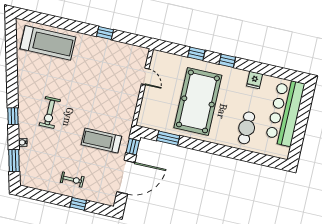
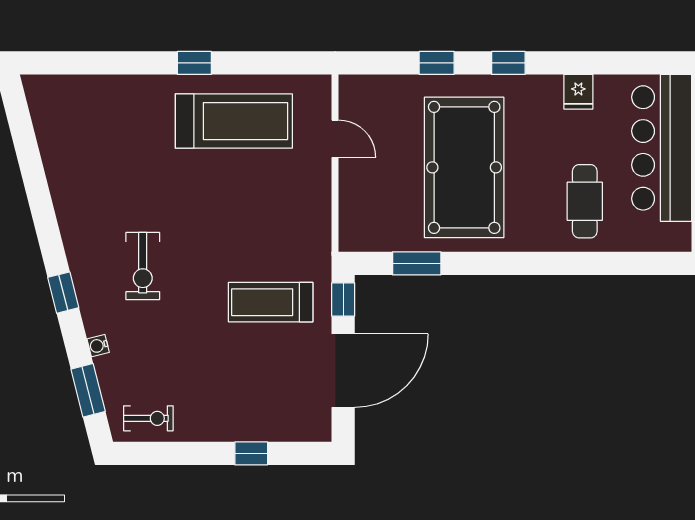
window: (105, 33) -> (194, 63), moved
treadmill: (48, 43) -> (234, 121), moved
exercise bike: (72, 180) -> (148, 418), moved

